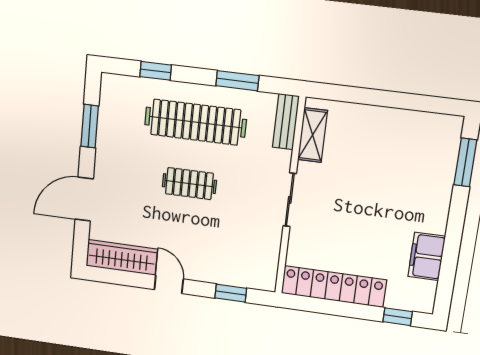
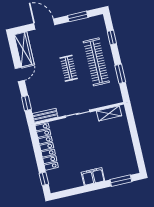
bench: (286, 122) -> (45, 115), moved
filing cabinet: (427, 256) -> (93, 176), moved

